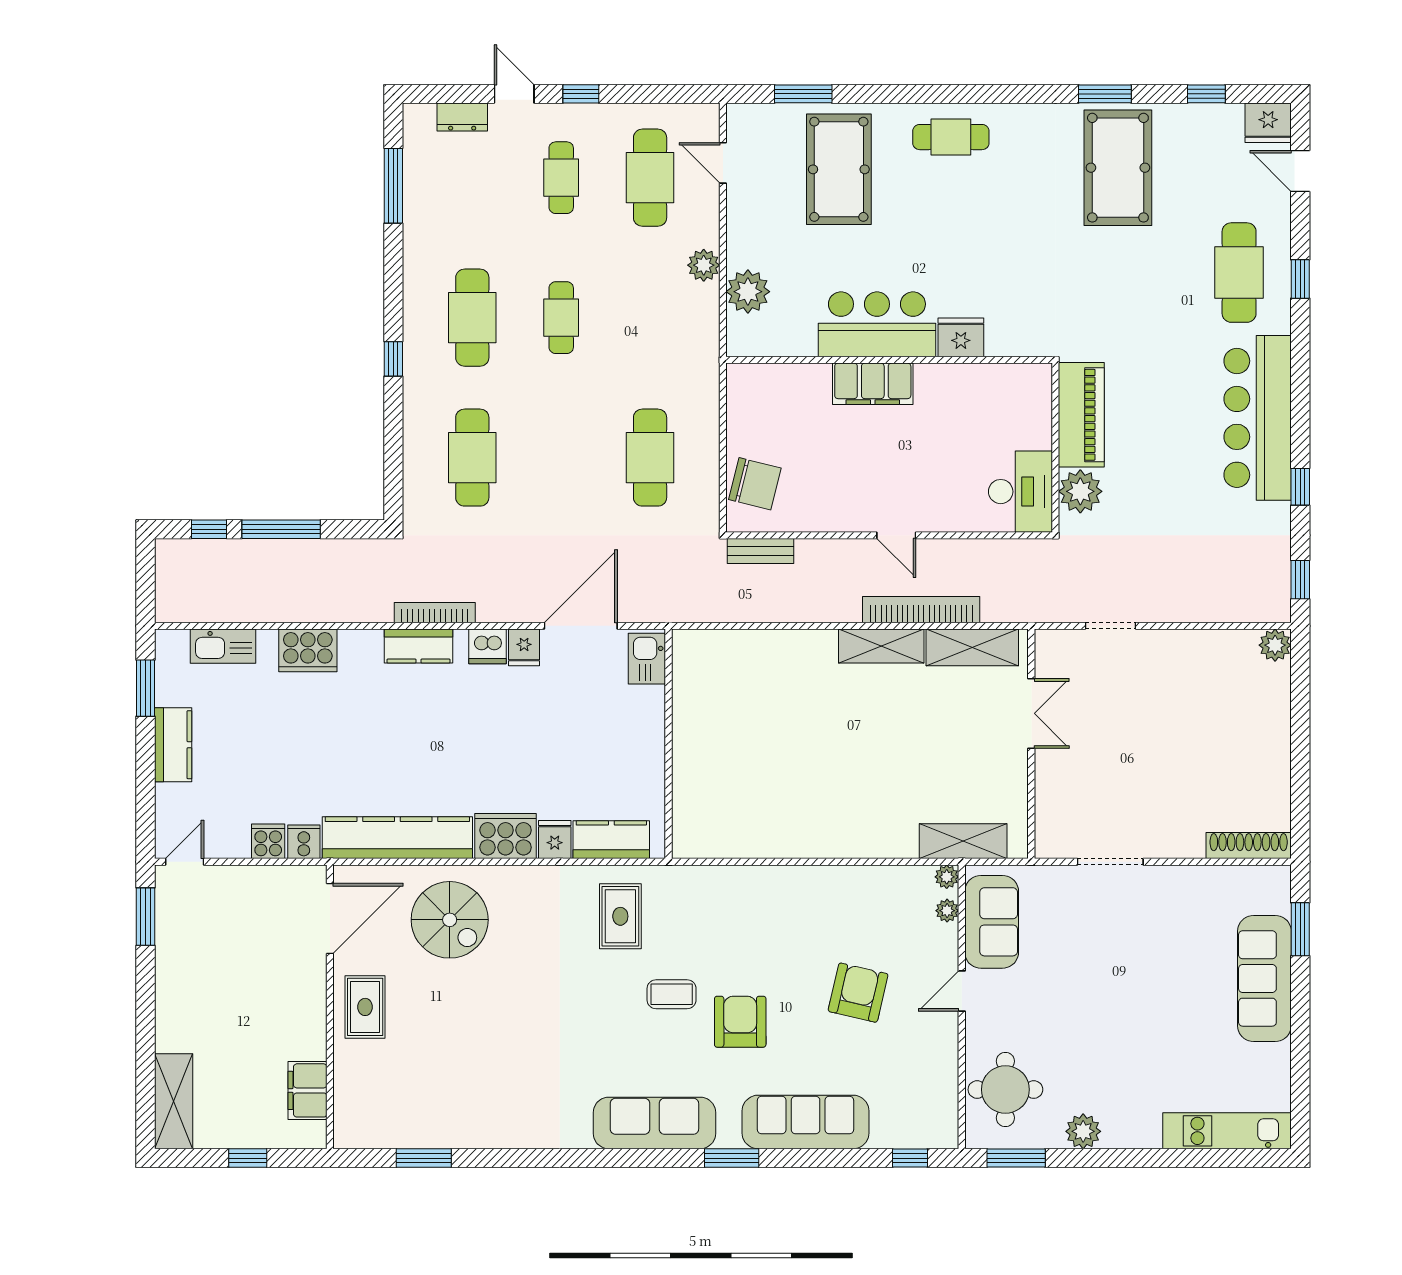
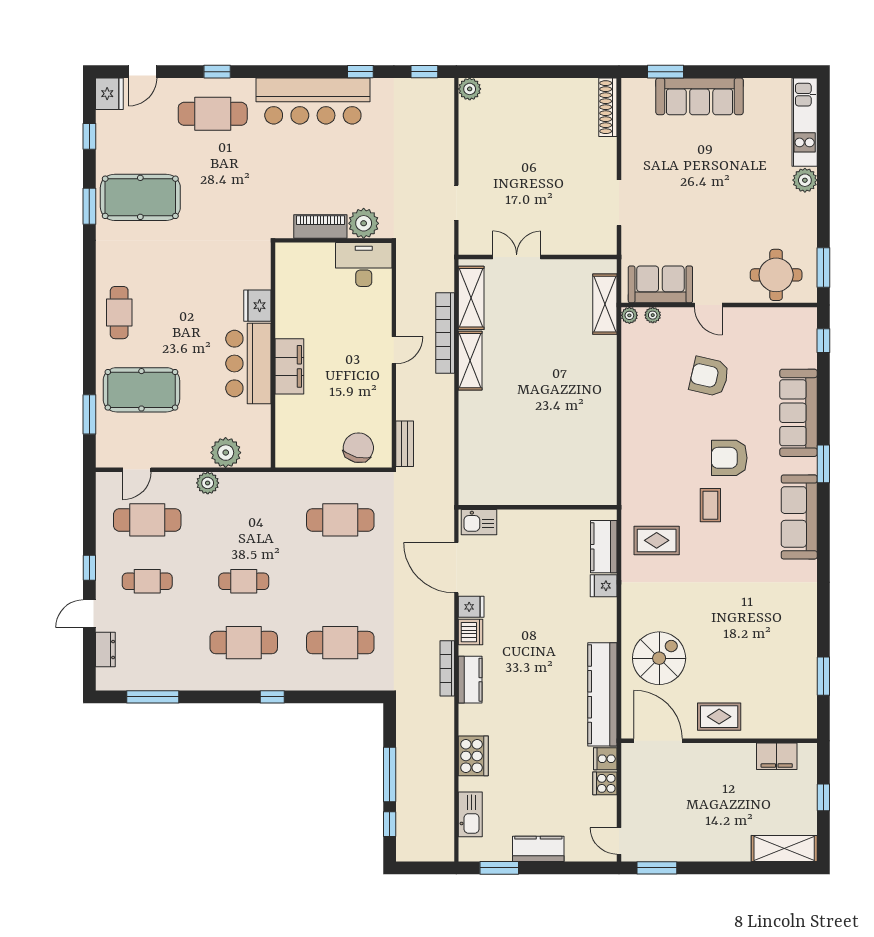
piano: (1081, 415) -> (320, 226), width x0.73, depth x0.75
cooker: (506, 836) -> (601, 620), removed
plant: (1083, 1131) -> (805, 180), moved

